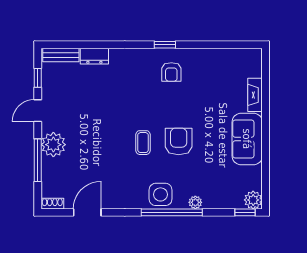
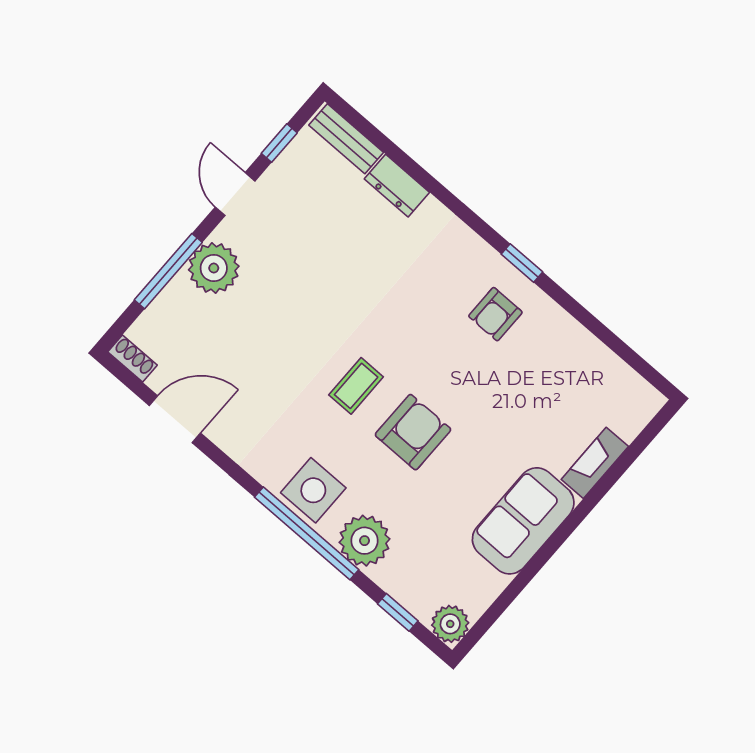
door: (38, 111) -> (235, 194), hinge flipped
plant: (195, 202) -> (365, 541), width x1.87, depth x1.87
window: (245, 212) -> (398, 612), moved

